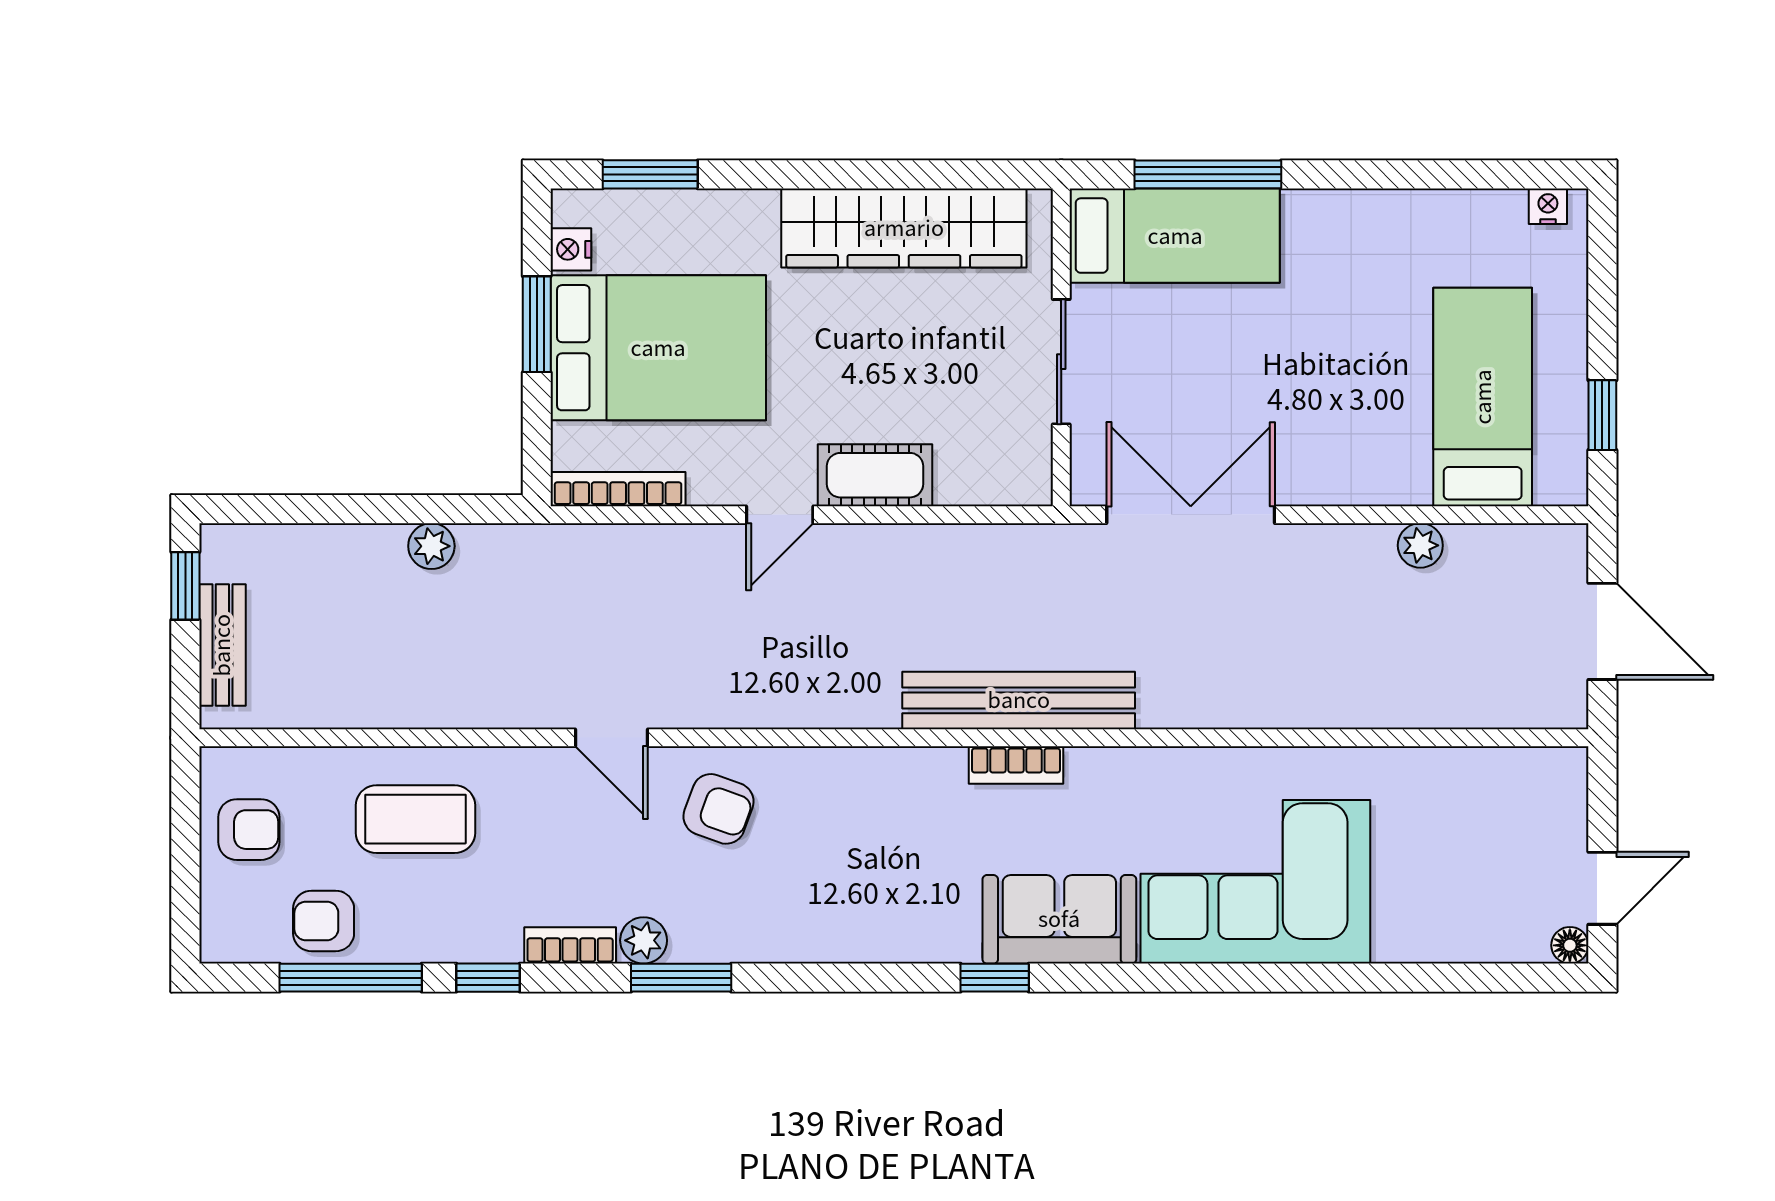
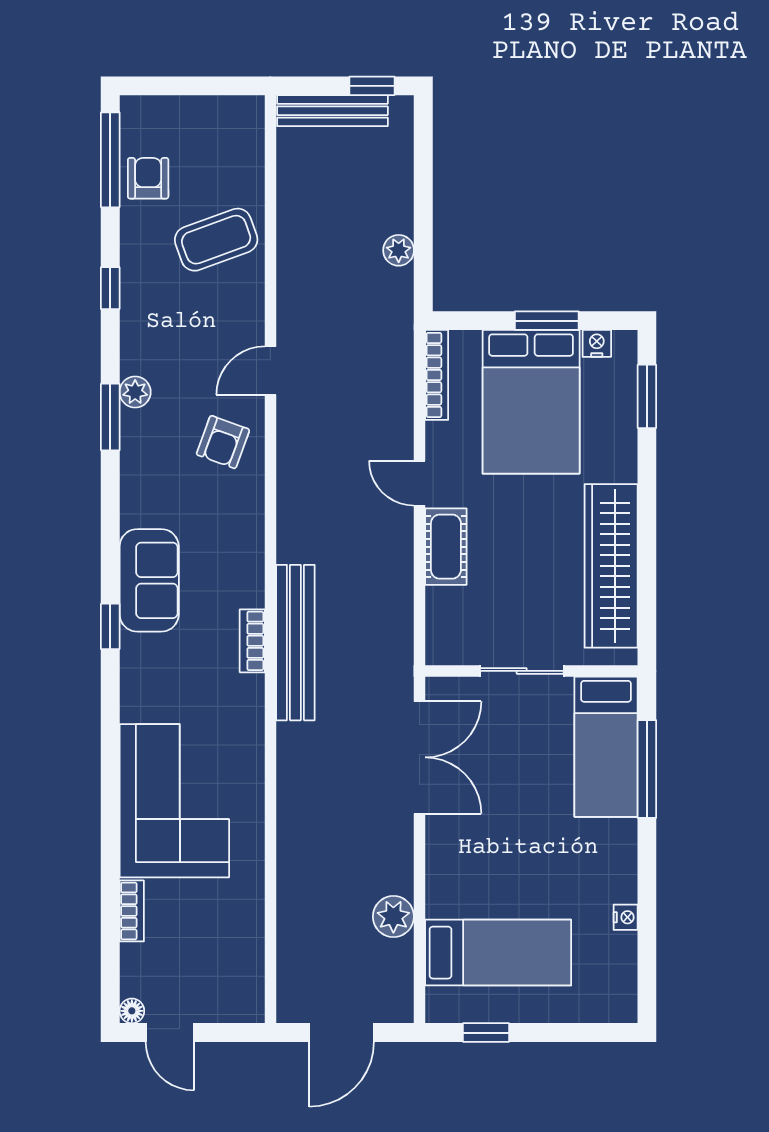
nightstand: (1548, 206) -> (626, 917), moved
plant: (1420, 545) -> (393, 917), width x1.38, depth x1.38
bench: (222, 645) -> (332, 111), width x1.36
coffee table: (416, 819) -> (216, 240), turned 70
armchair: (249, 830) -> (209, 128), removed
sofa: (1059, 919) -> (149, 580), moved
bookcase: (570, 945) -> (132, 911), moved
window: (351, 978) -> (110, 160), moved

